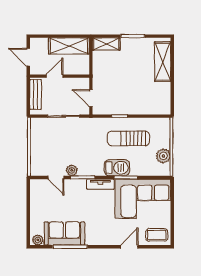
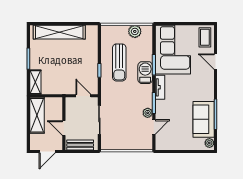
shelving: (163, 62) -> (59, 32), width x1.47
door: (91, 98) -> (83, 96), swing flipped

